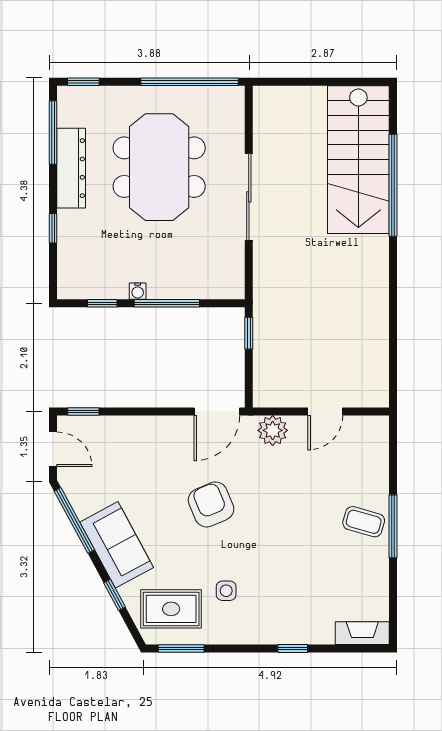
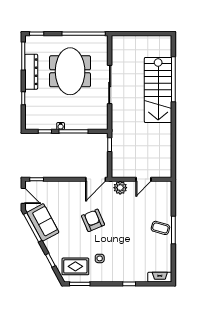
stairs: (358, 160) -> (158, 90), moved
sofa: (117, 545) -> (43, 222), moved

